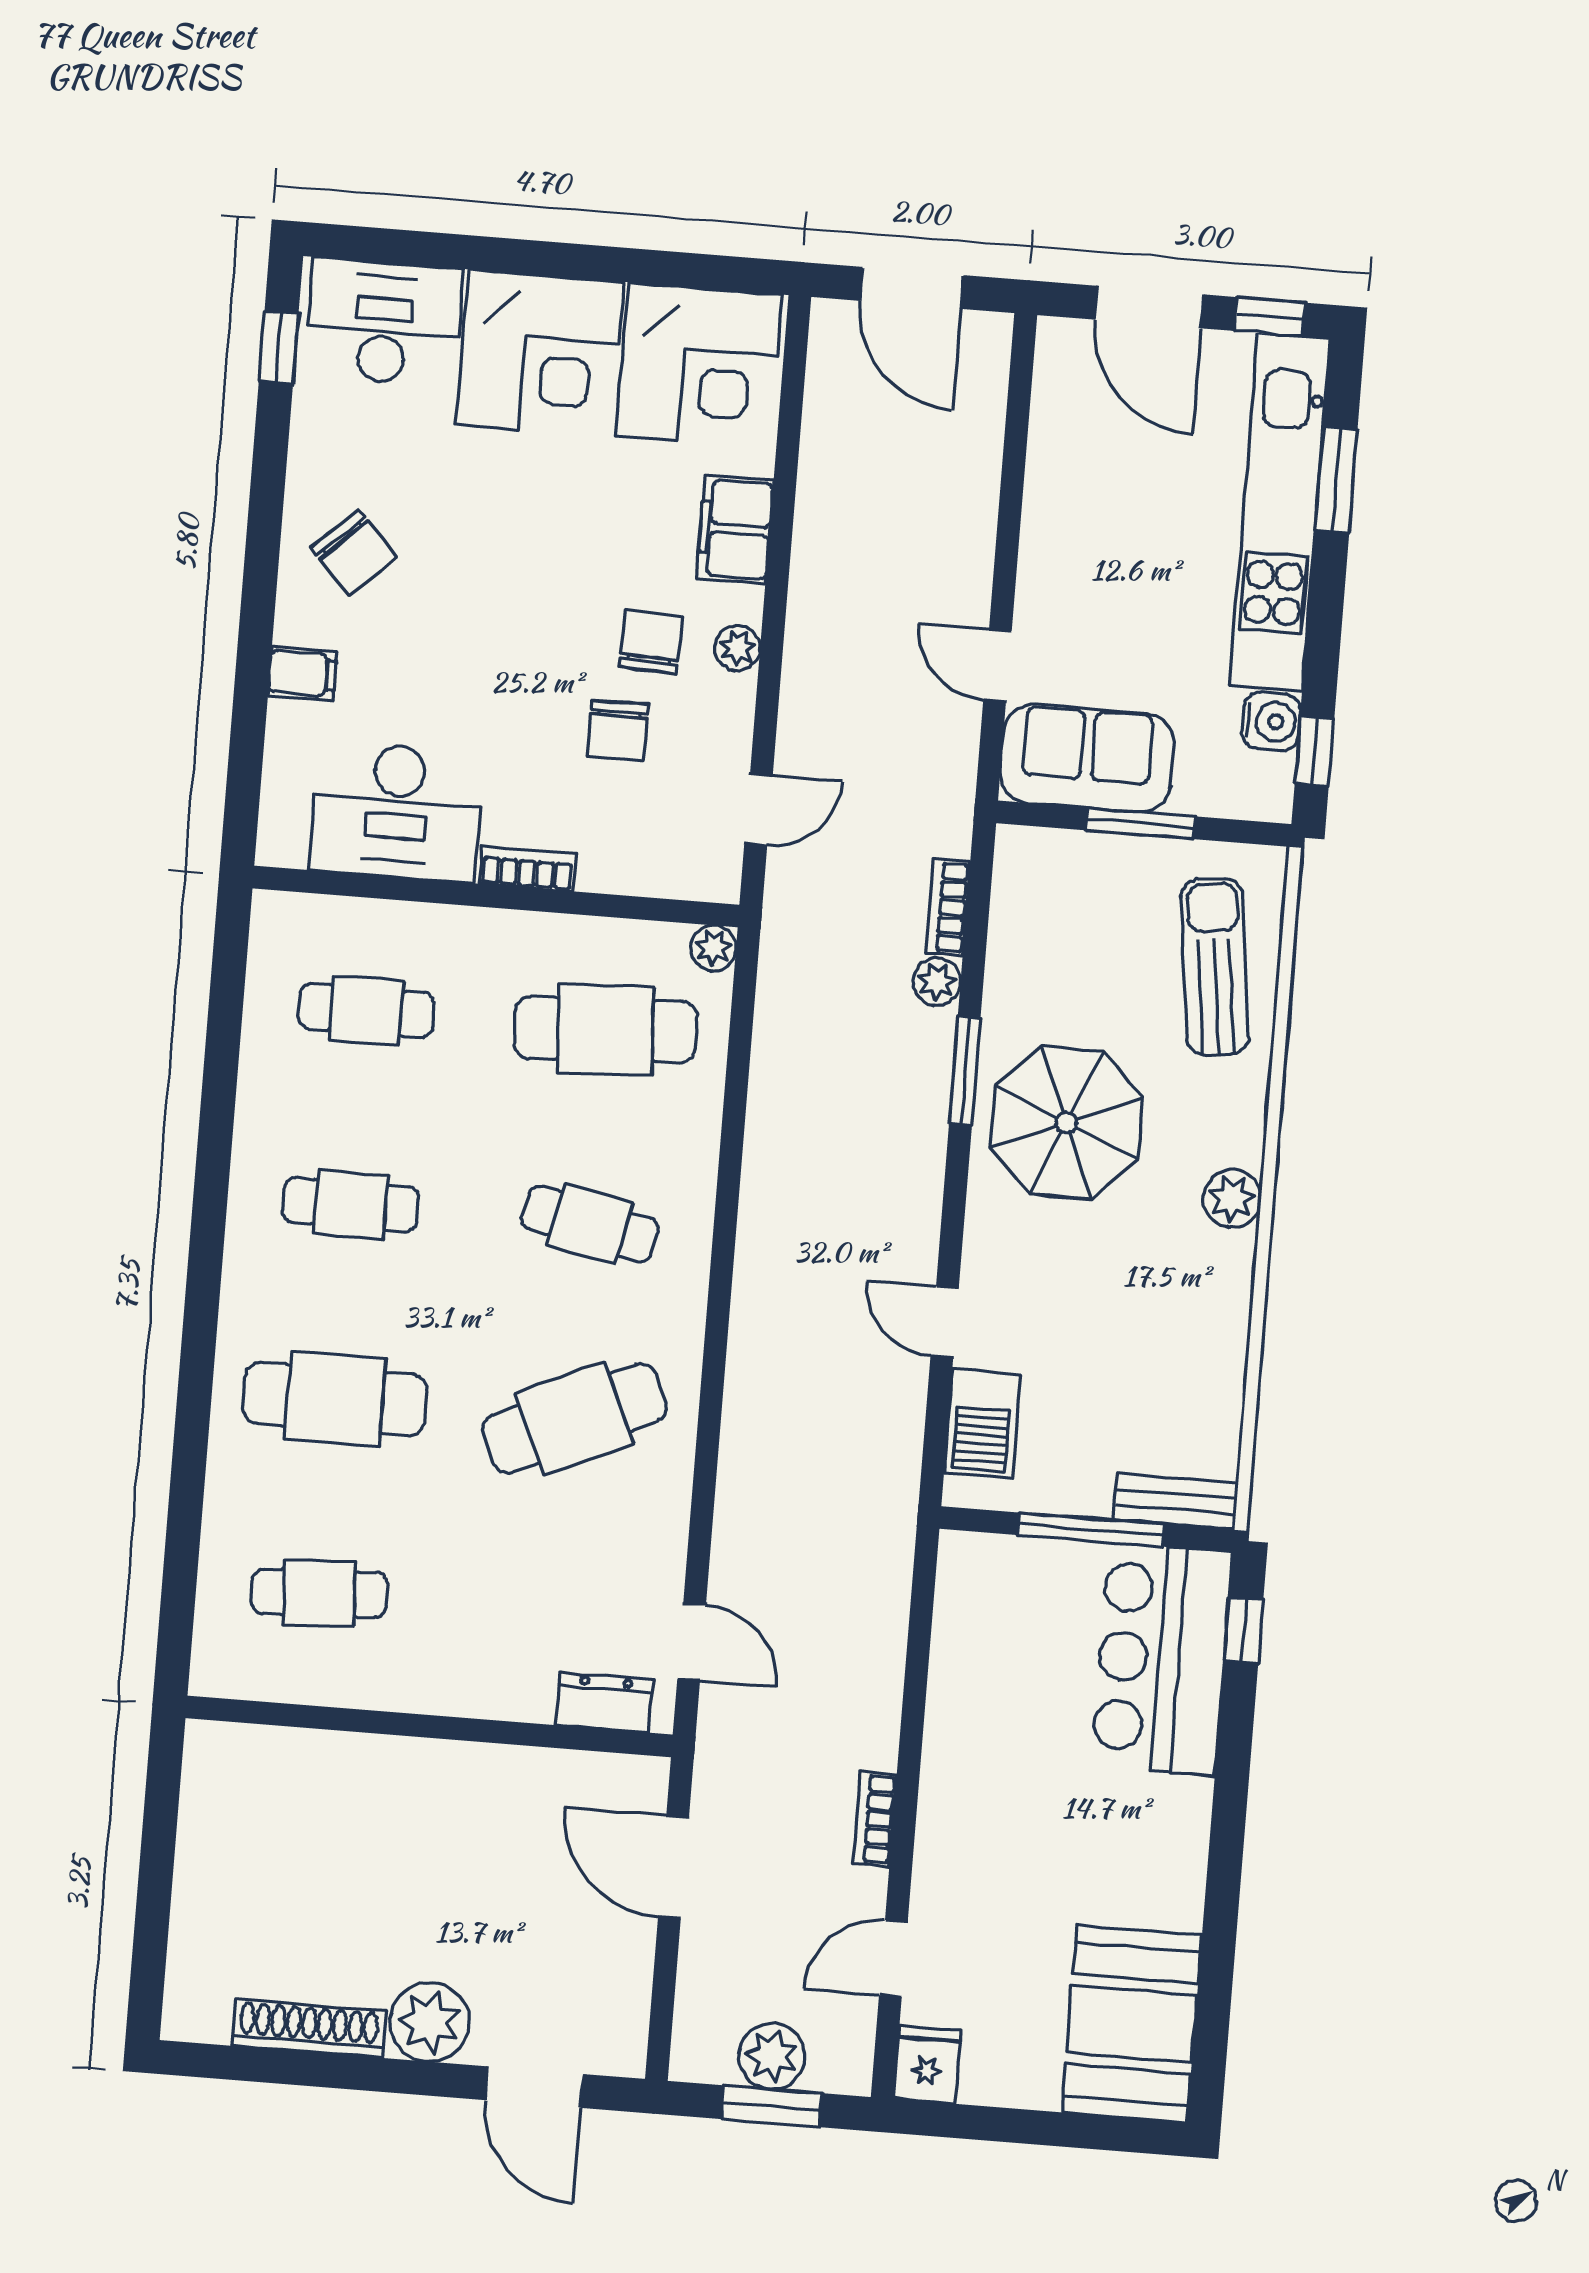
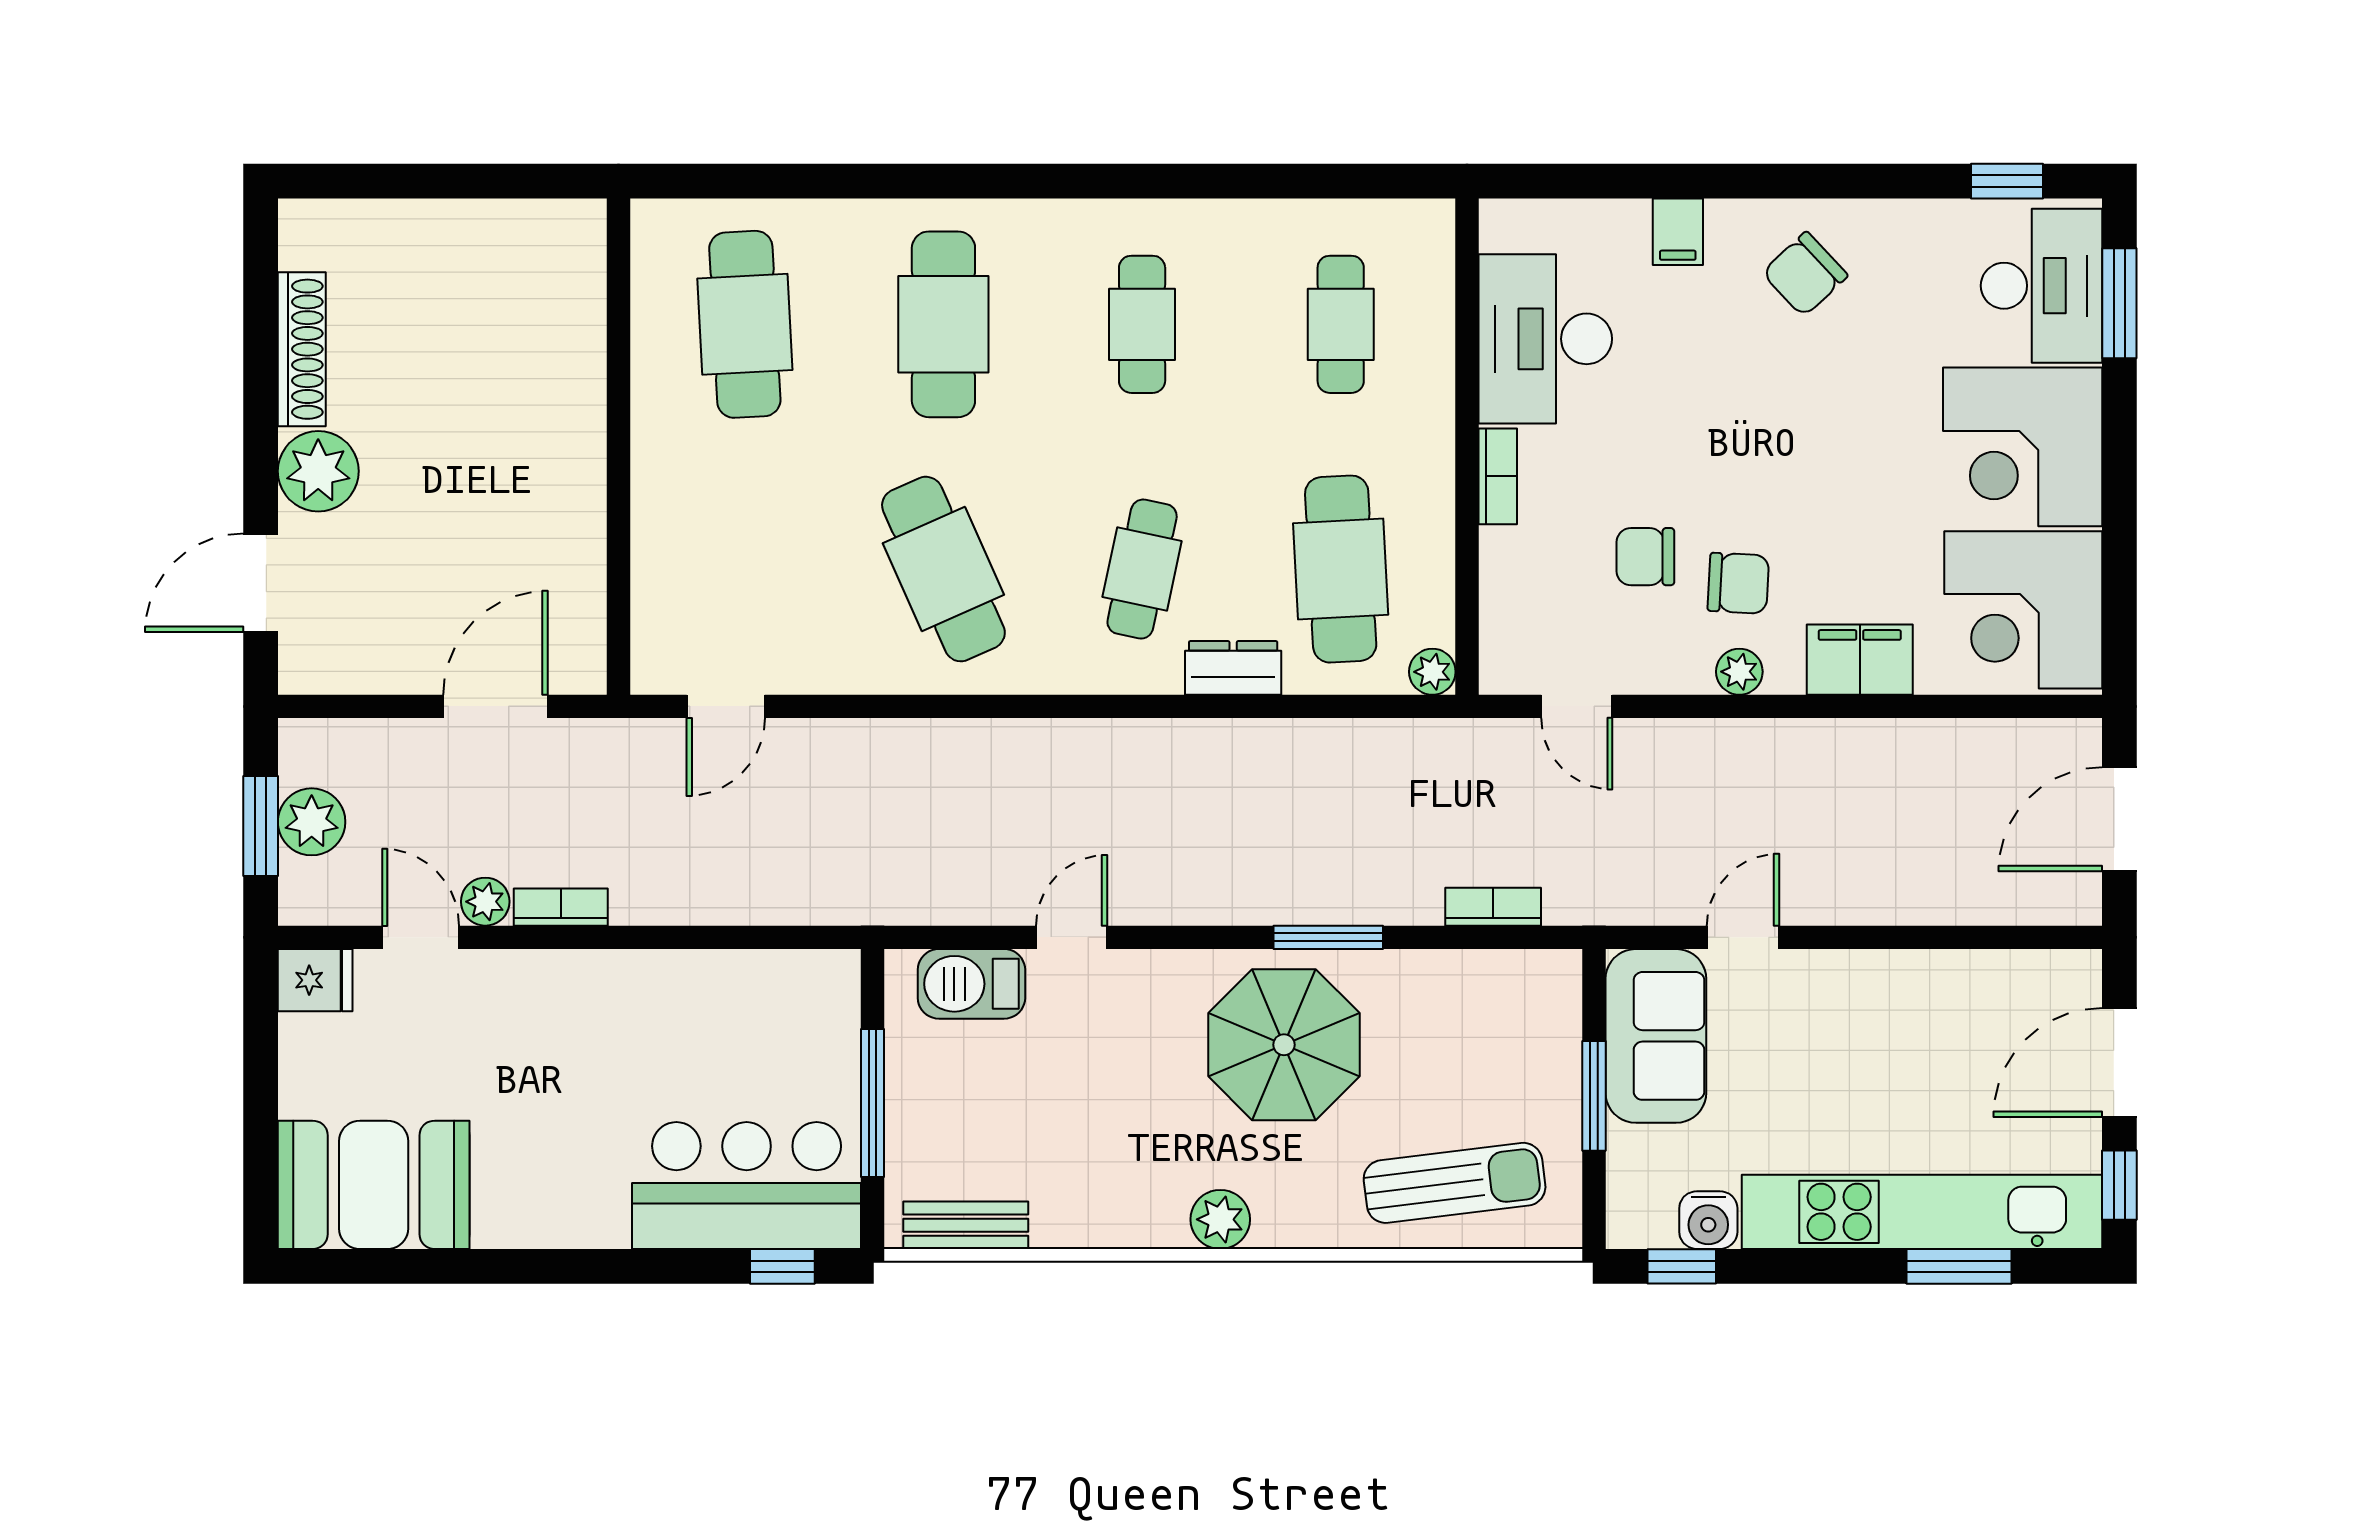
window: (407, 247) -> (2119, 303), added
plant: (937, 982) -> (485, 902), moved
bench: (1176, 1502) -> (966, 1225), moved, turned 90
cafe table: (319, 1593) -> (745, 324), width x1.37, depth x1.35
dresser: (604, 1703) -> (1233, 668), moved, turned -90

